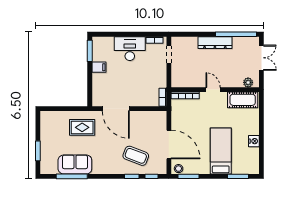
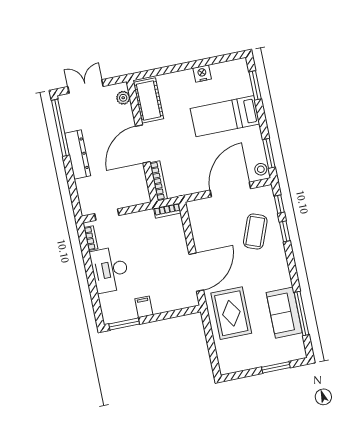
door: (213, 90) -> (143, 144), width x1.87
rug: (82, 127) -> (231, 313), width x1.36, depth x1.43

